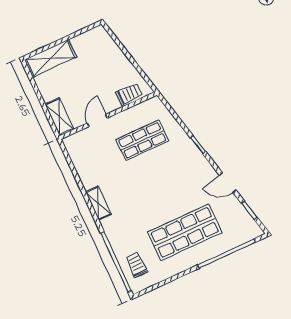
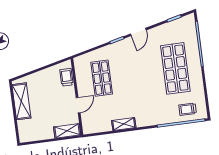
shelving: (51, 58) -> (21, 101), moved
door: (97, 121) -> (78, 105), swing flipped
door: (228, 183) -> (138, 32), moved
shelving: (98, 203) -> (124, 124), moved

